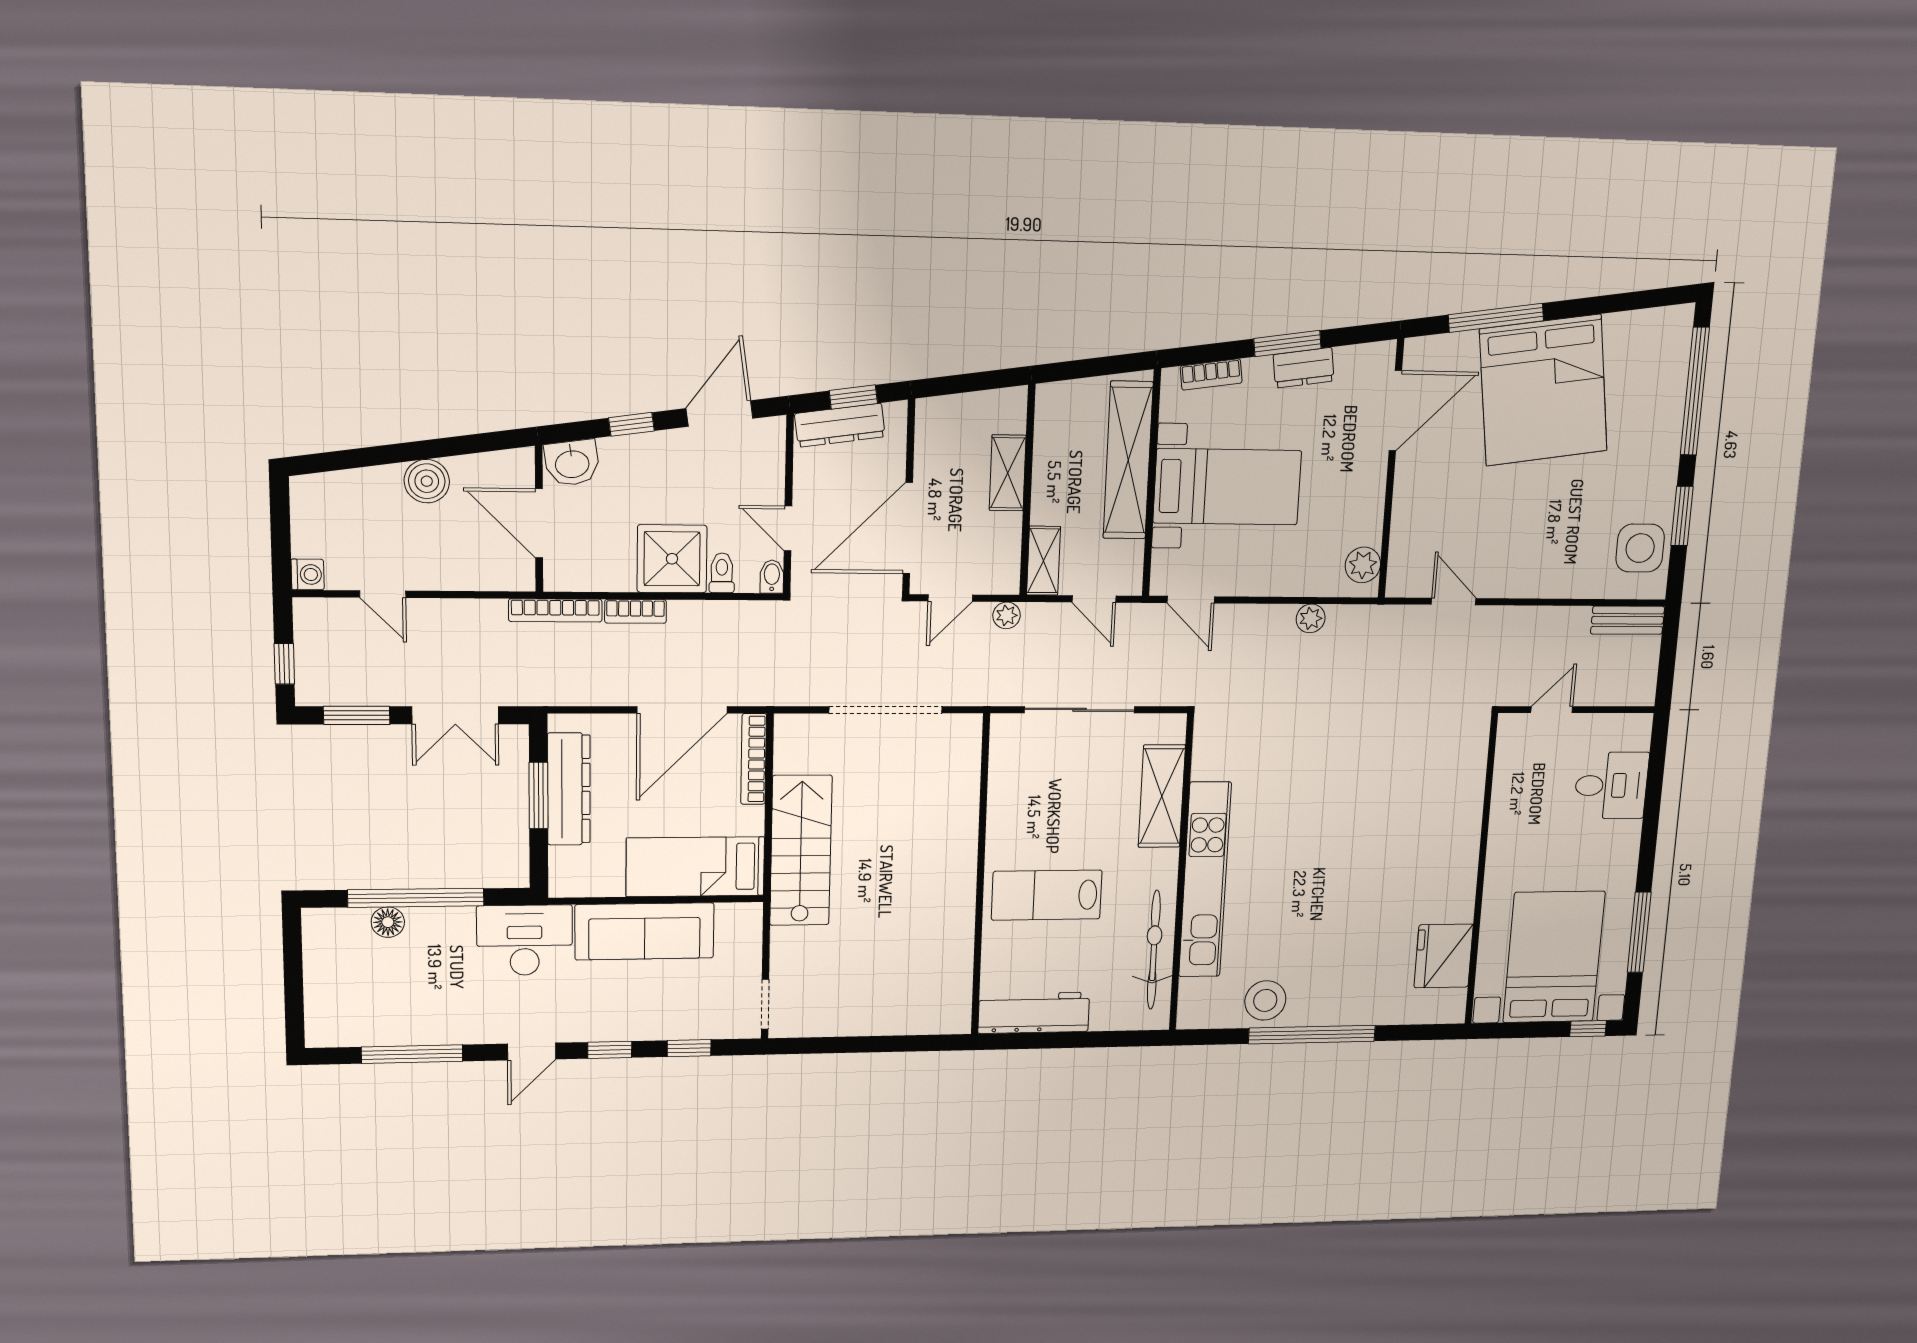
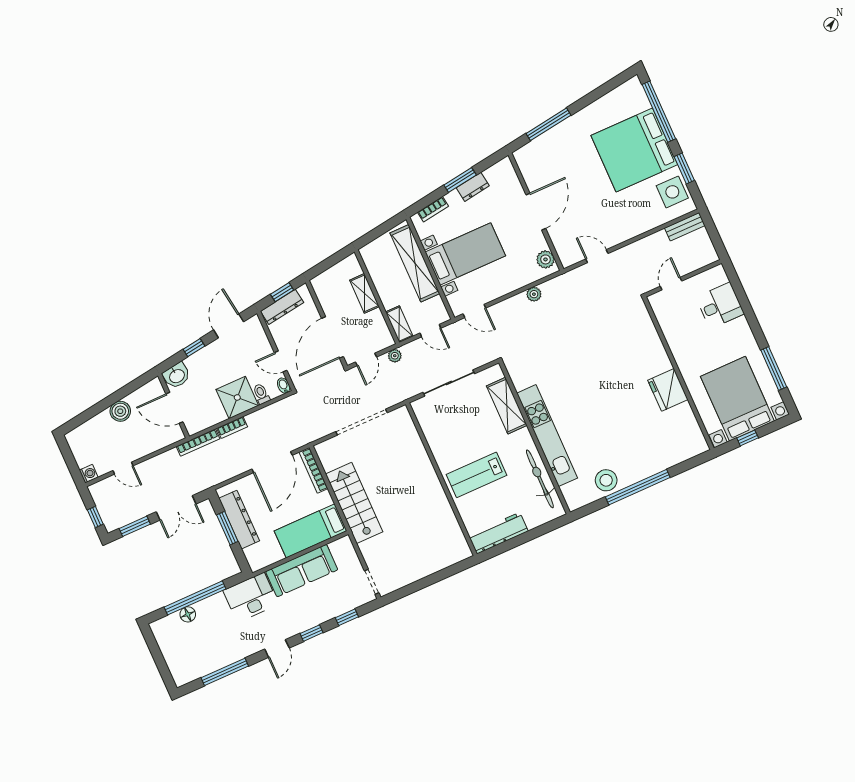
bed: (1544, 390) -> (634, 150), moved, turned 98
door: (1395, 411) -> (536, 212), moved
fridge: (1444, 956) -> (668, 390), moved
window: (1588, 1029) -> (748, 438), moved

